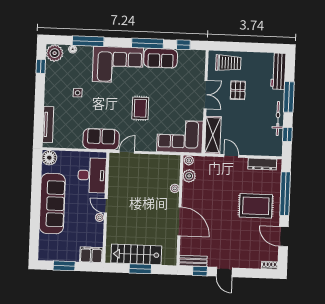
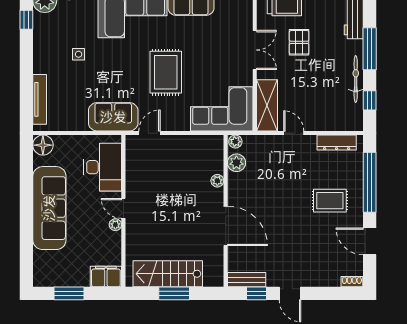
rug: (140, 108) -> (166, 72), width x1.36, depth x1.43
rug: (256, 206) -> (330, 201), width x0.73, depth x0.70

